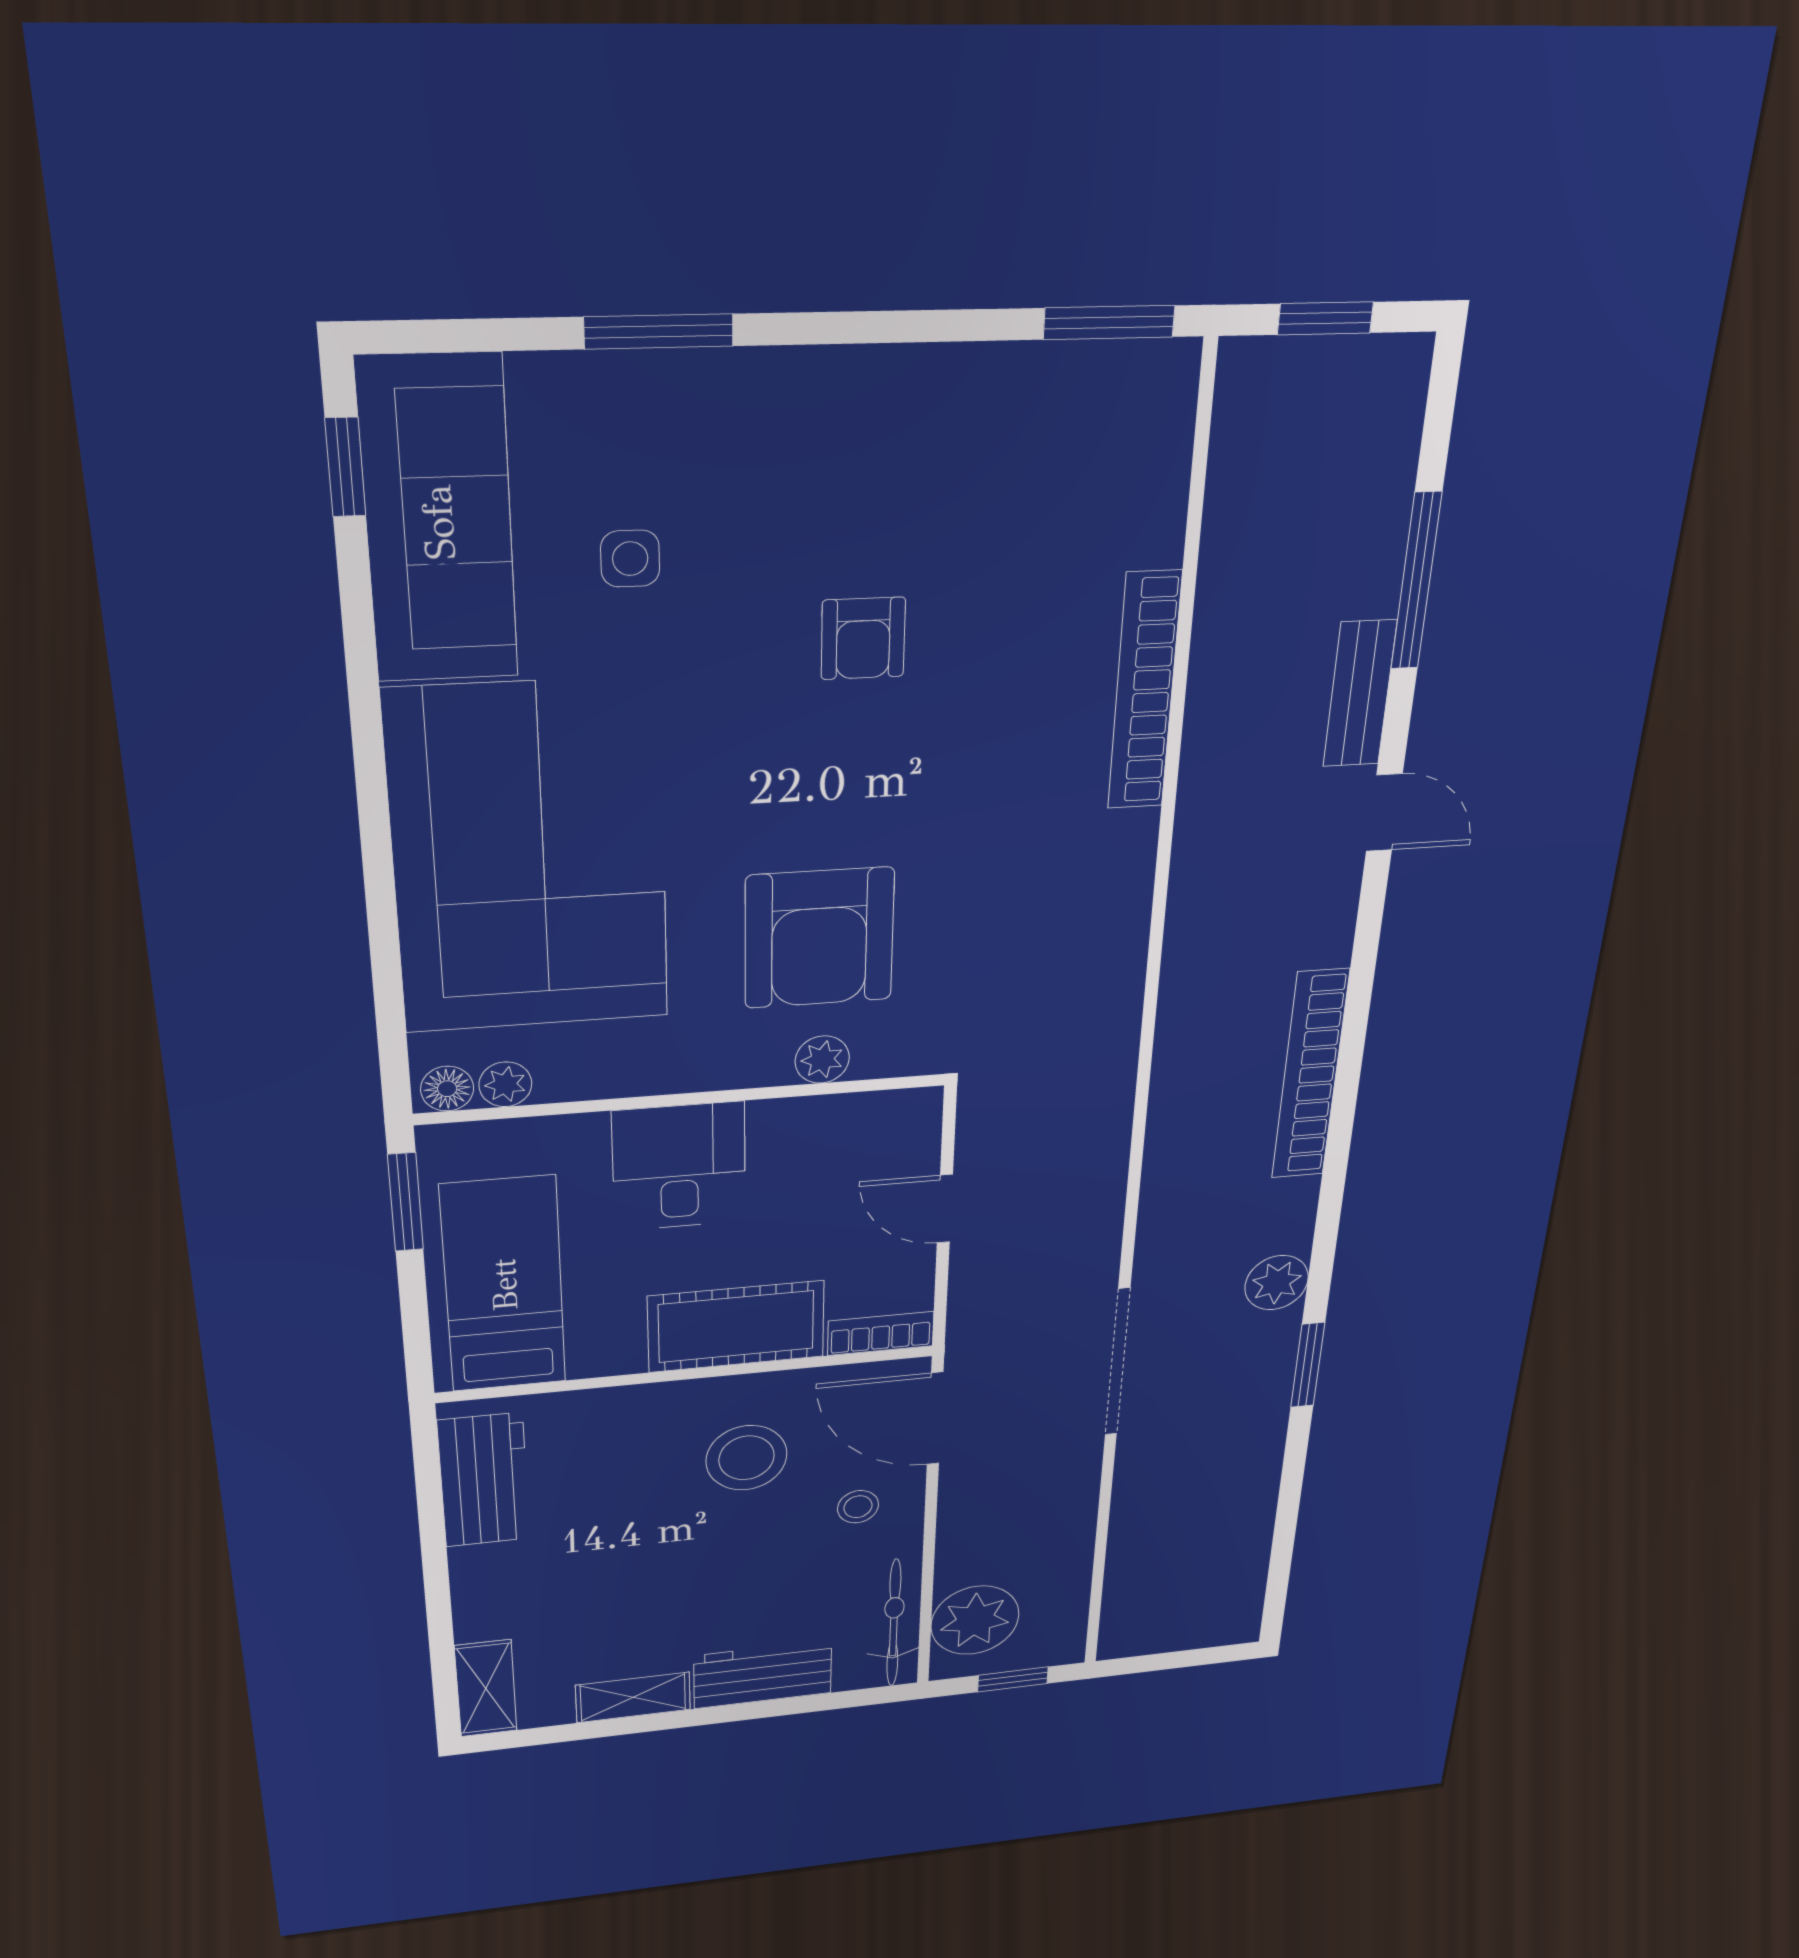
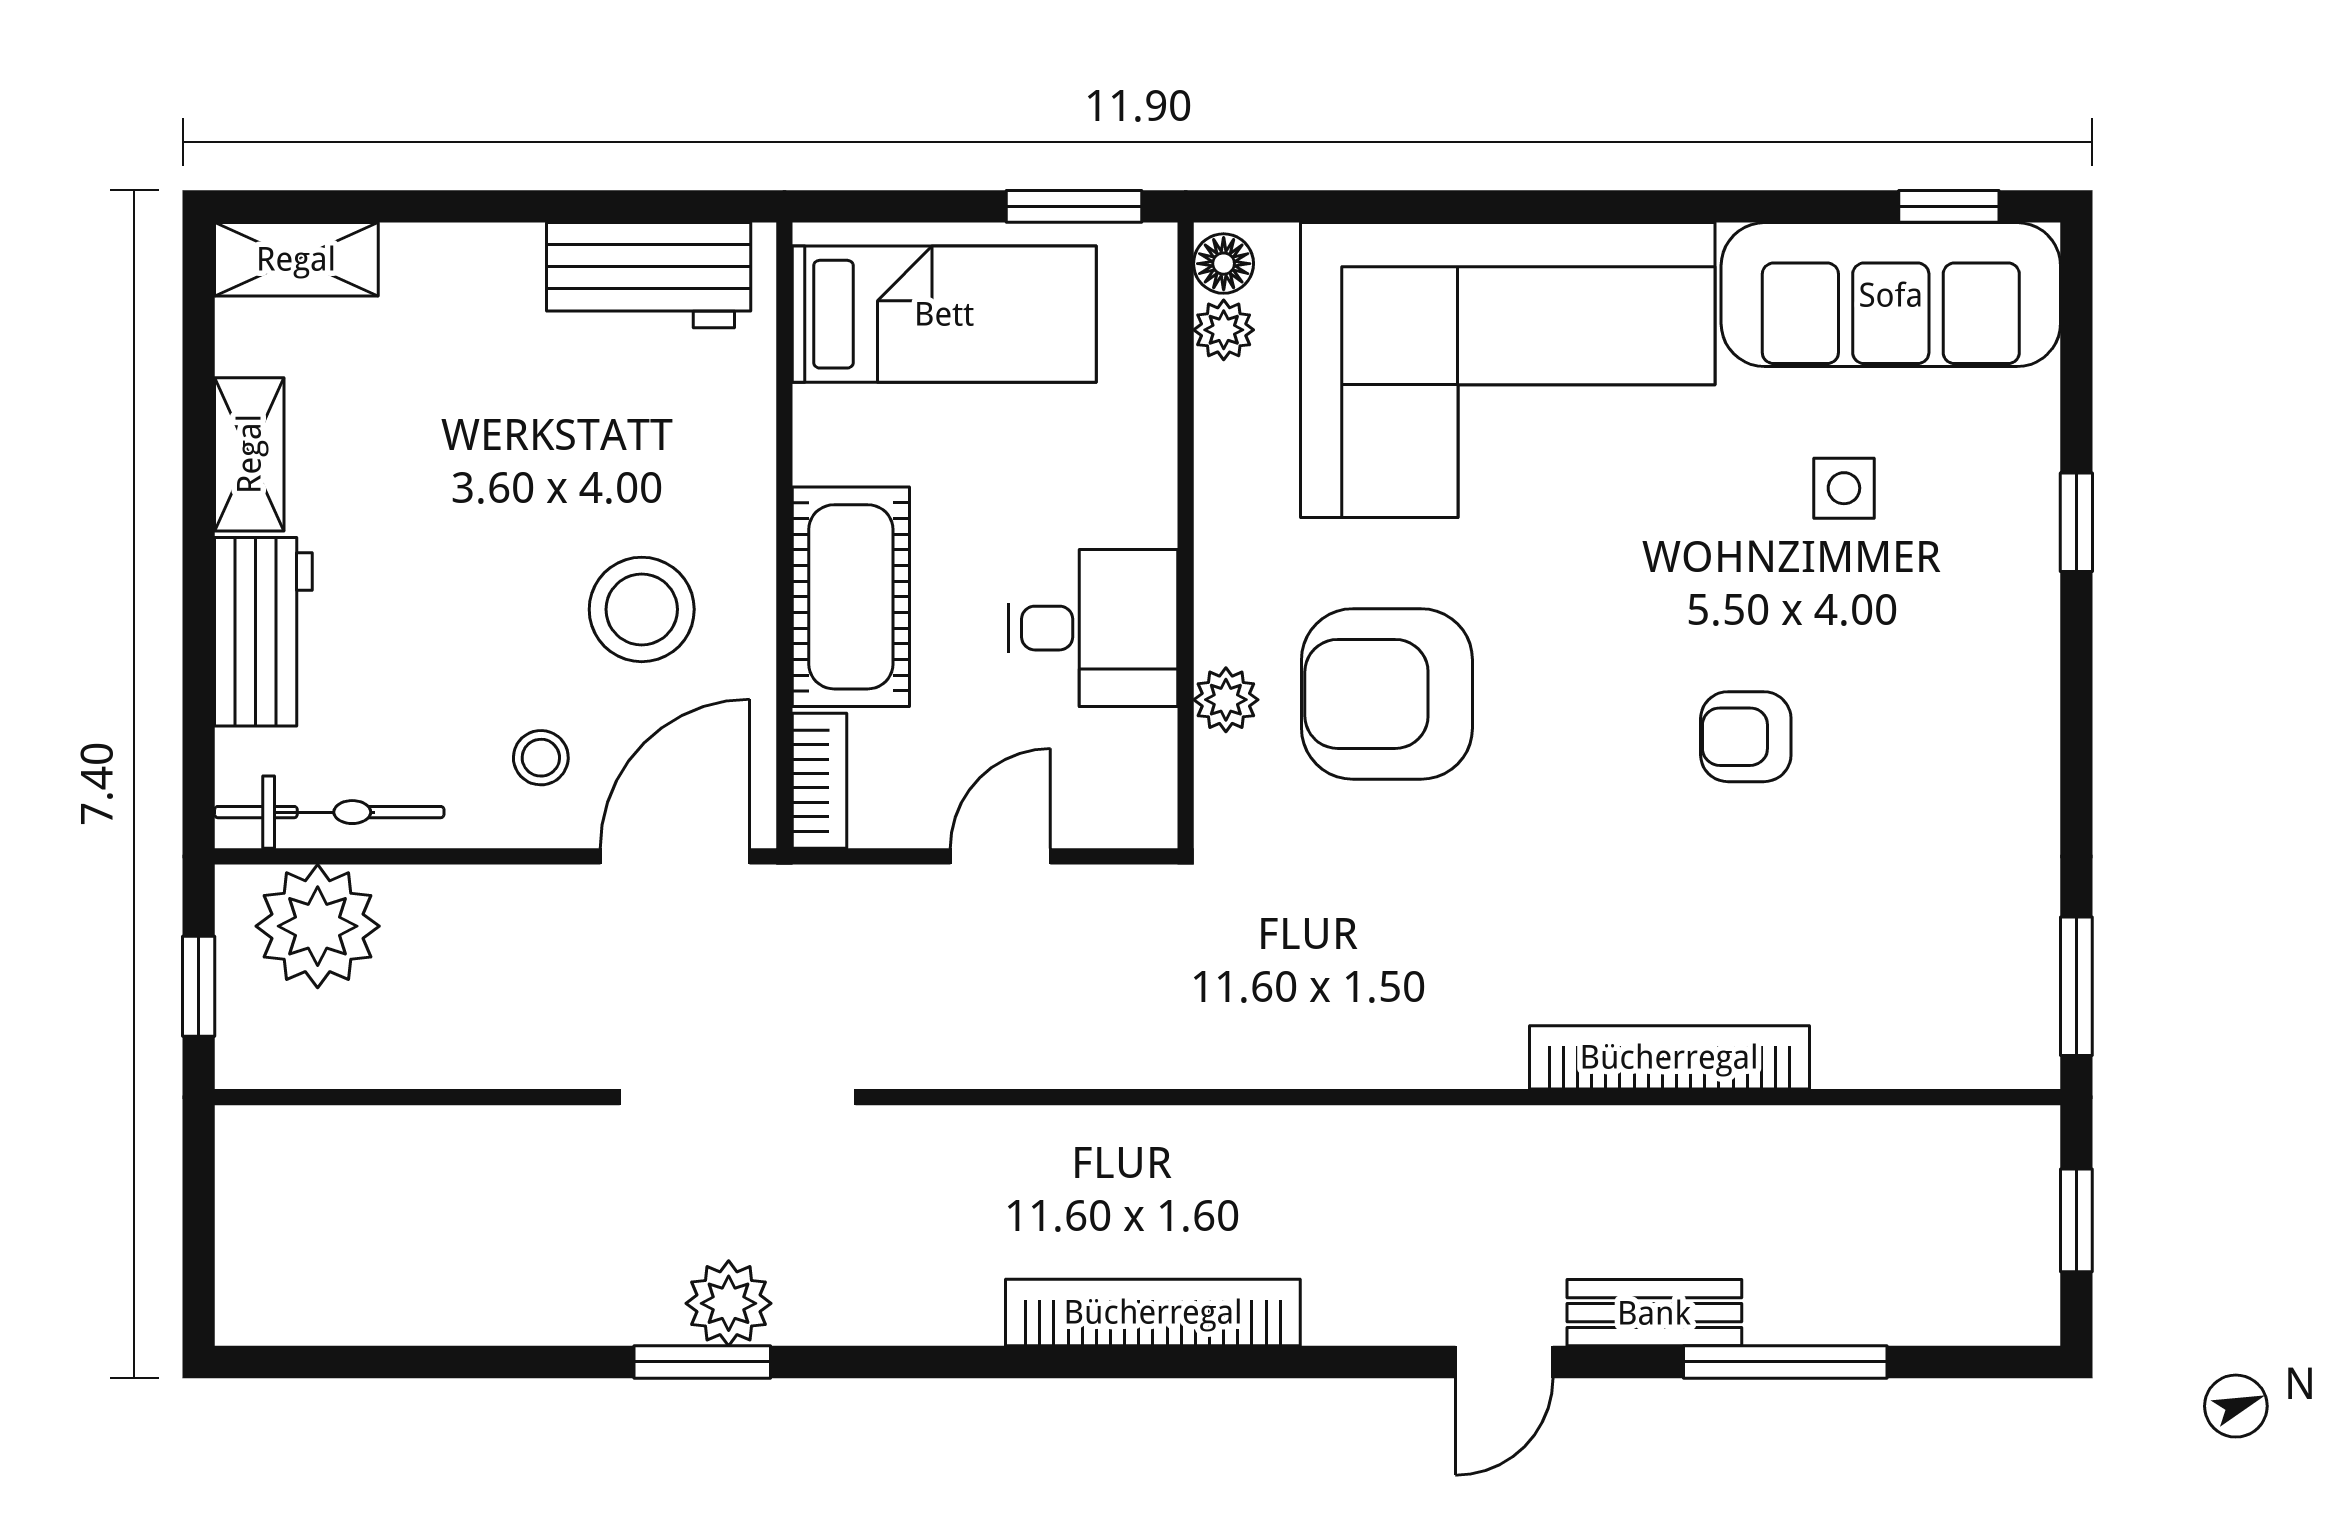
window: (659, 331) -> (2076, 522), width x0.67
desk: (679, 1167) -> (1093, 628), moved
plant: (1277, 1283) -> (729, 1303), moved

